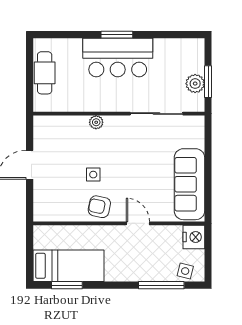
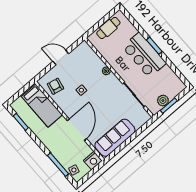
armchair: (99, 207) -> (55, 86), moved
door: (138, 223) -> (77, 130), width x1.88
bed: (68, 266) -> (41, 105), moved

